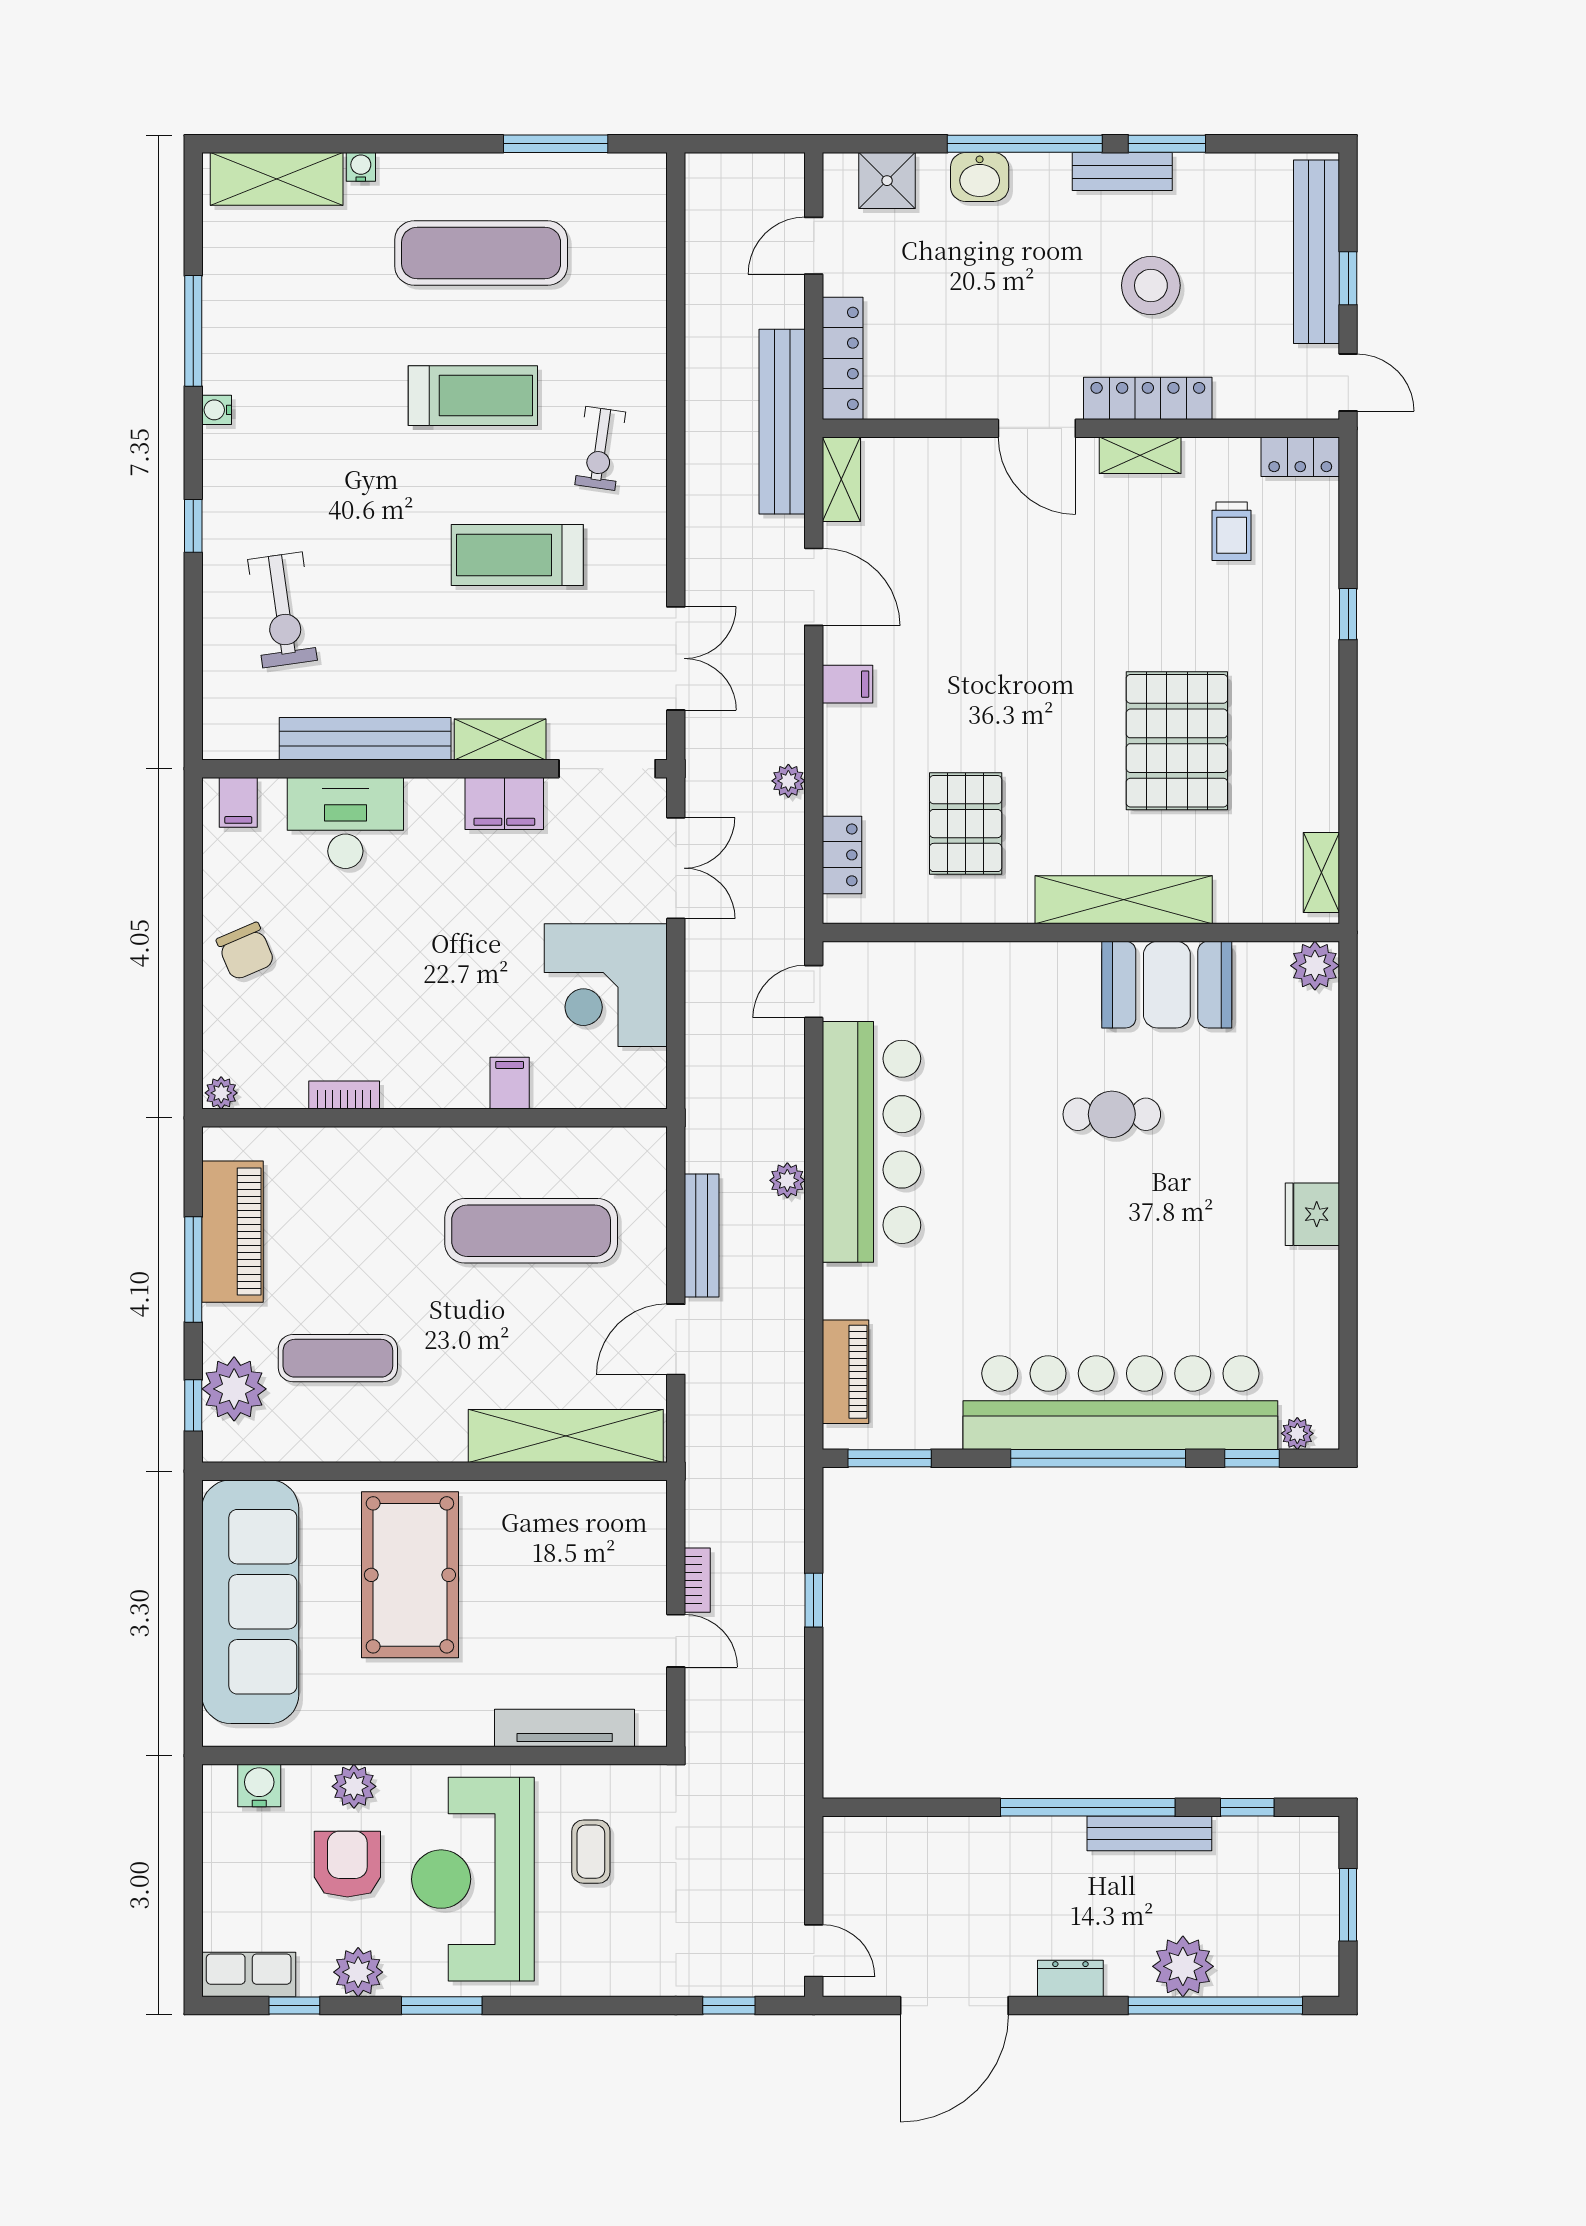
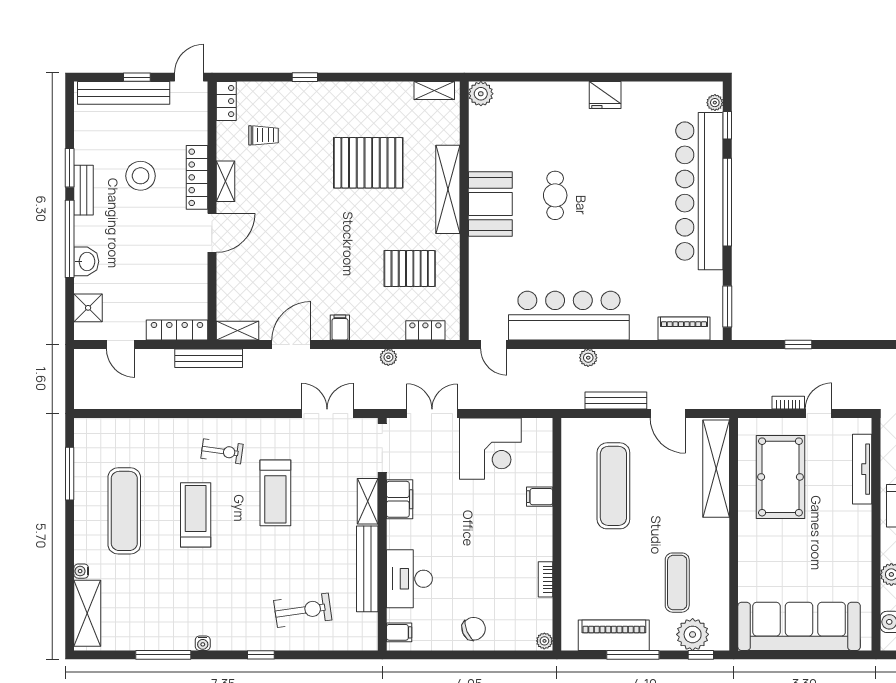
bench: (782, 422) -> (209, 358), width x0.73, depth x0.82
booth: (1167, 985) -> (490, 204), moved
pool table: (410, 1575) -> (780, 477), moved, turned 90

